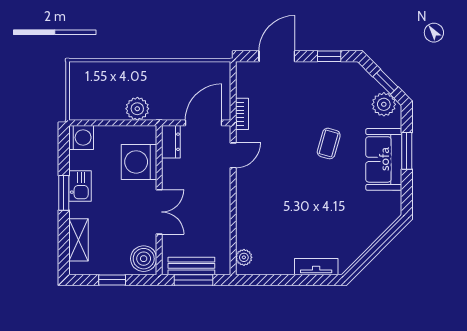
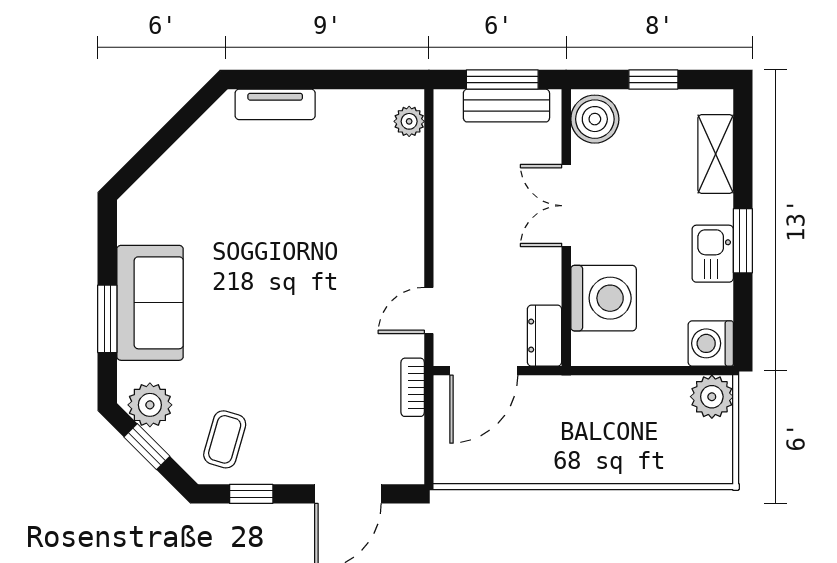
plant: (137, 109) -> (712, 397), moved
coffee table: (329, 144) -> (225, 439), moved

